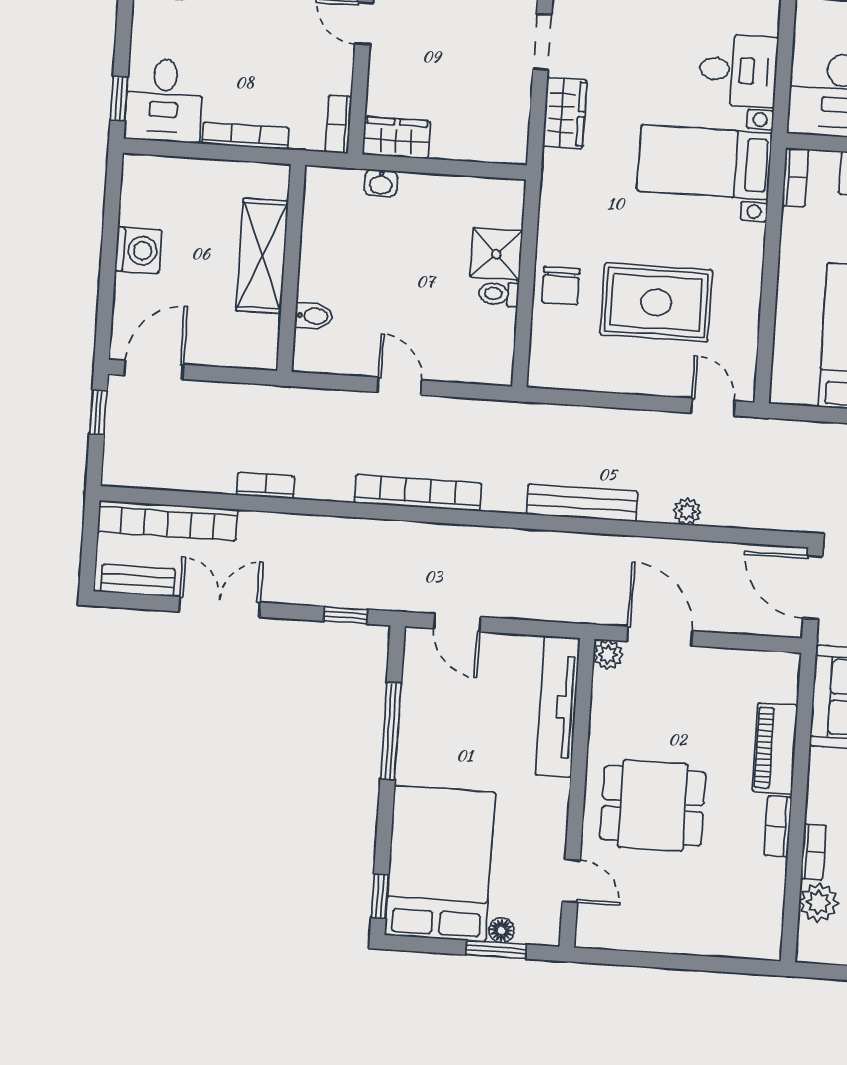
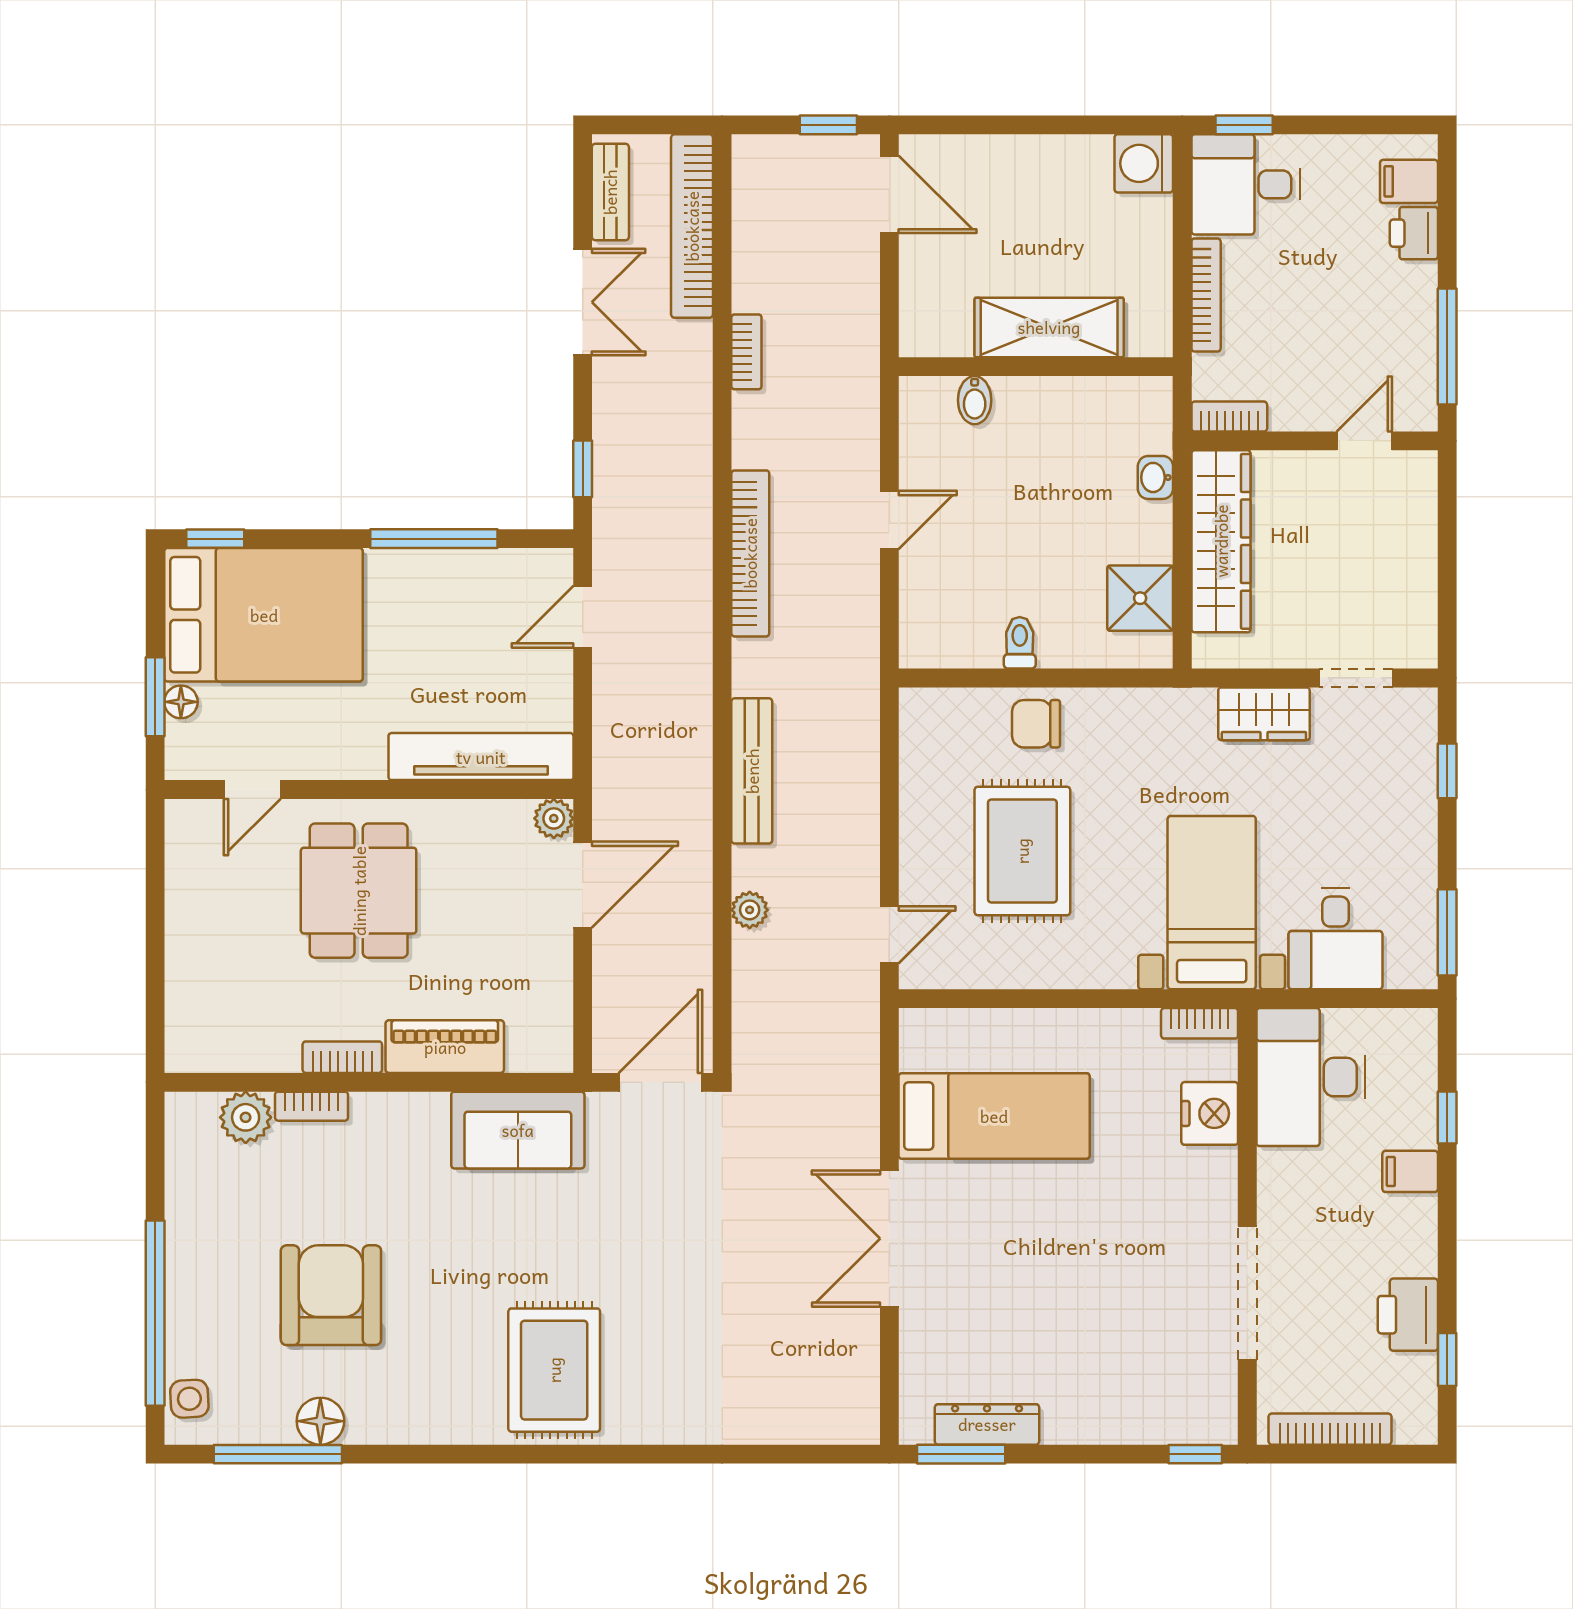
wardrobe: (396, 138) -> (1221, 541), width x2.10, depth x1.17
washing machine: (138, 250) -> (1144, 163), moved, turned 90
shower: (496, 254) -> (1140, 598), moved

